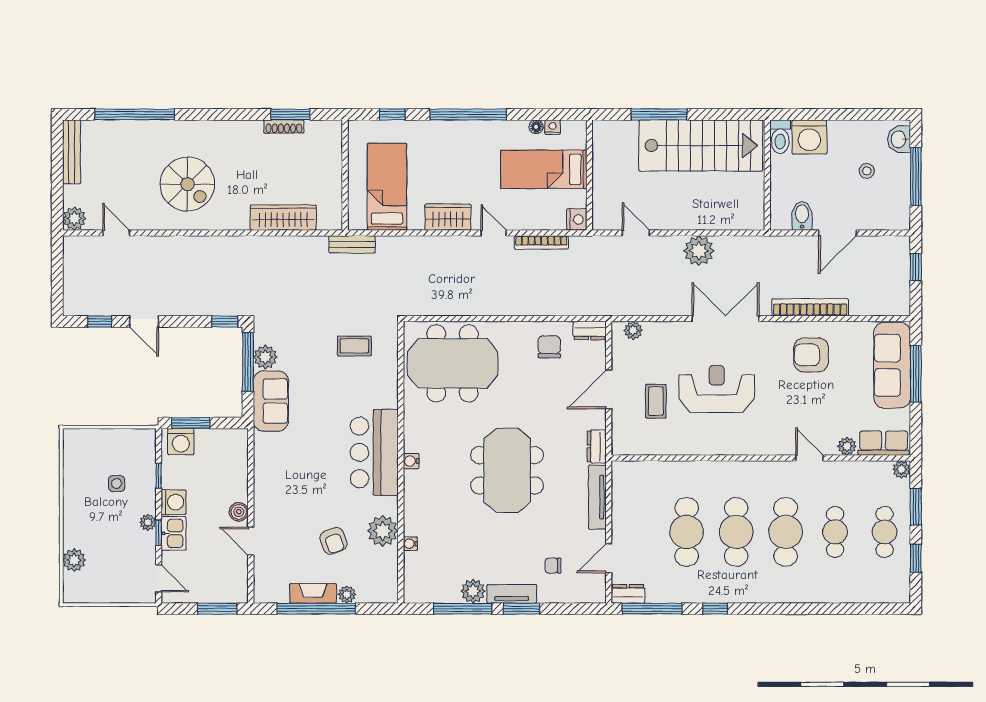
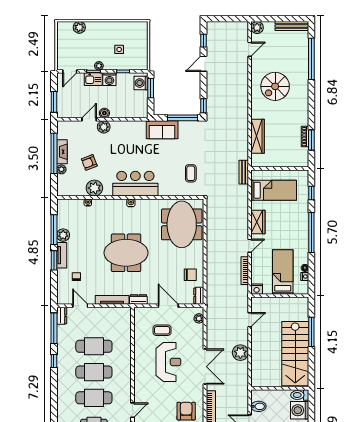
plant: (265, 357) -> (104, 127), moved

